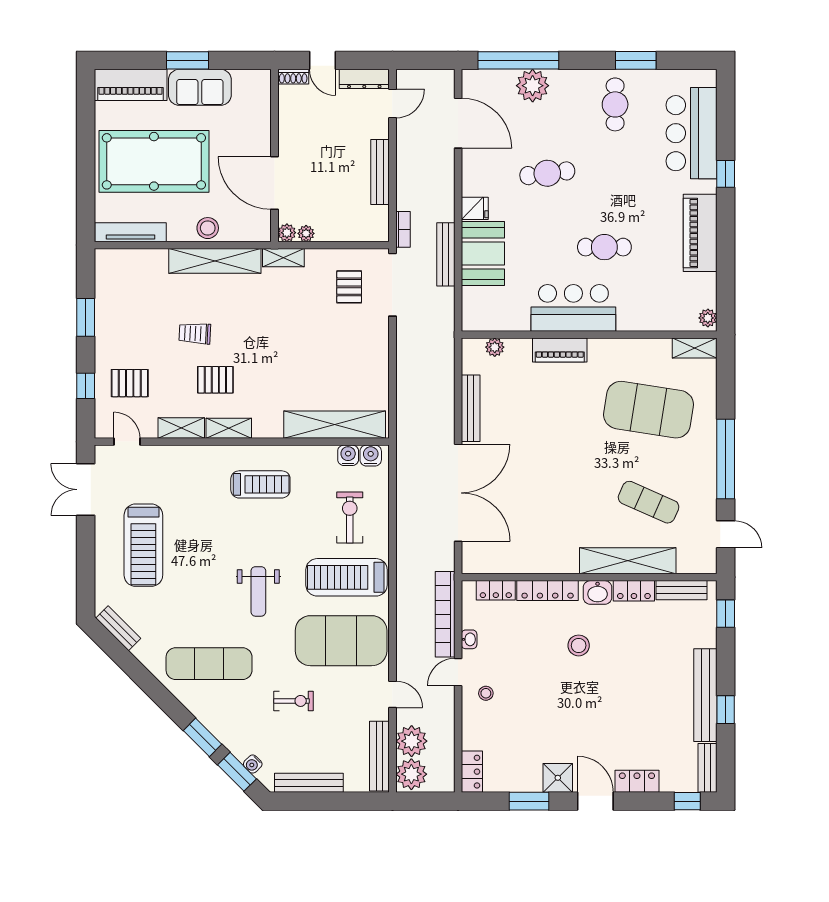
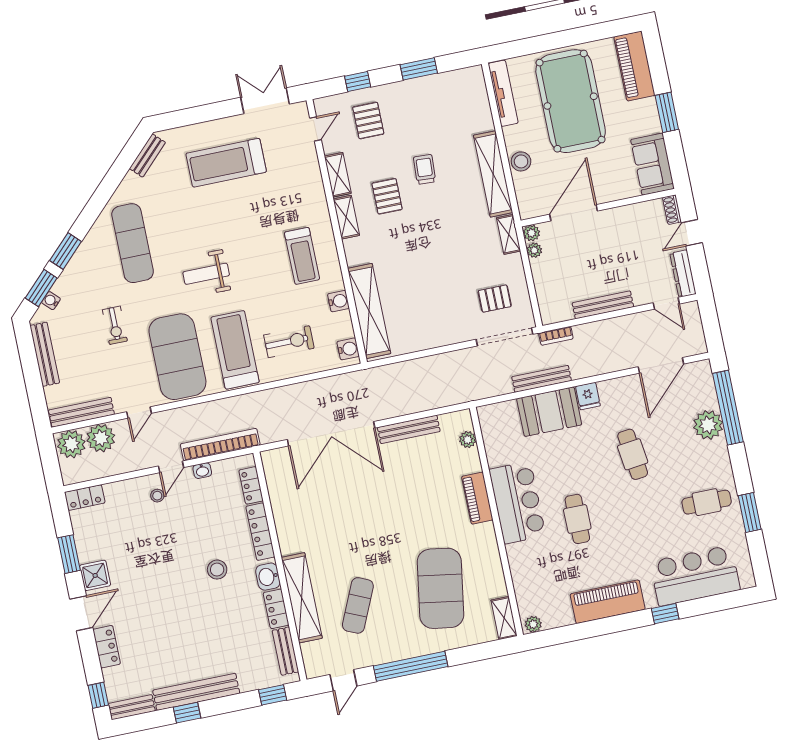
sofa: (200, 87) -> (653, 164), moved
water cooler: (348, 455) -> (338, 301), moved
door: (458, 672) -> (171, 467), swing flipped

